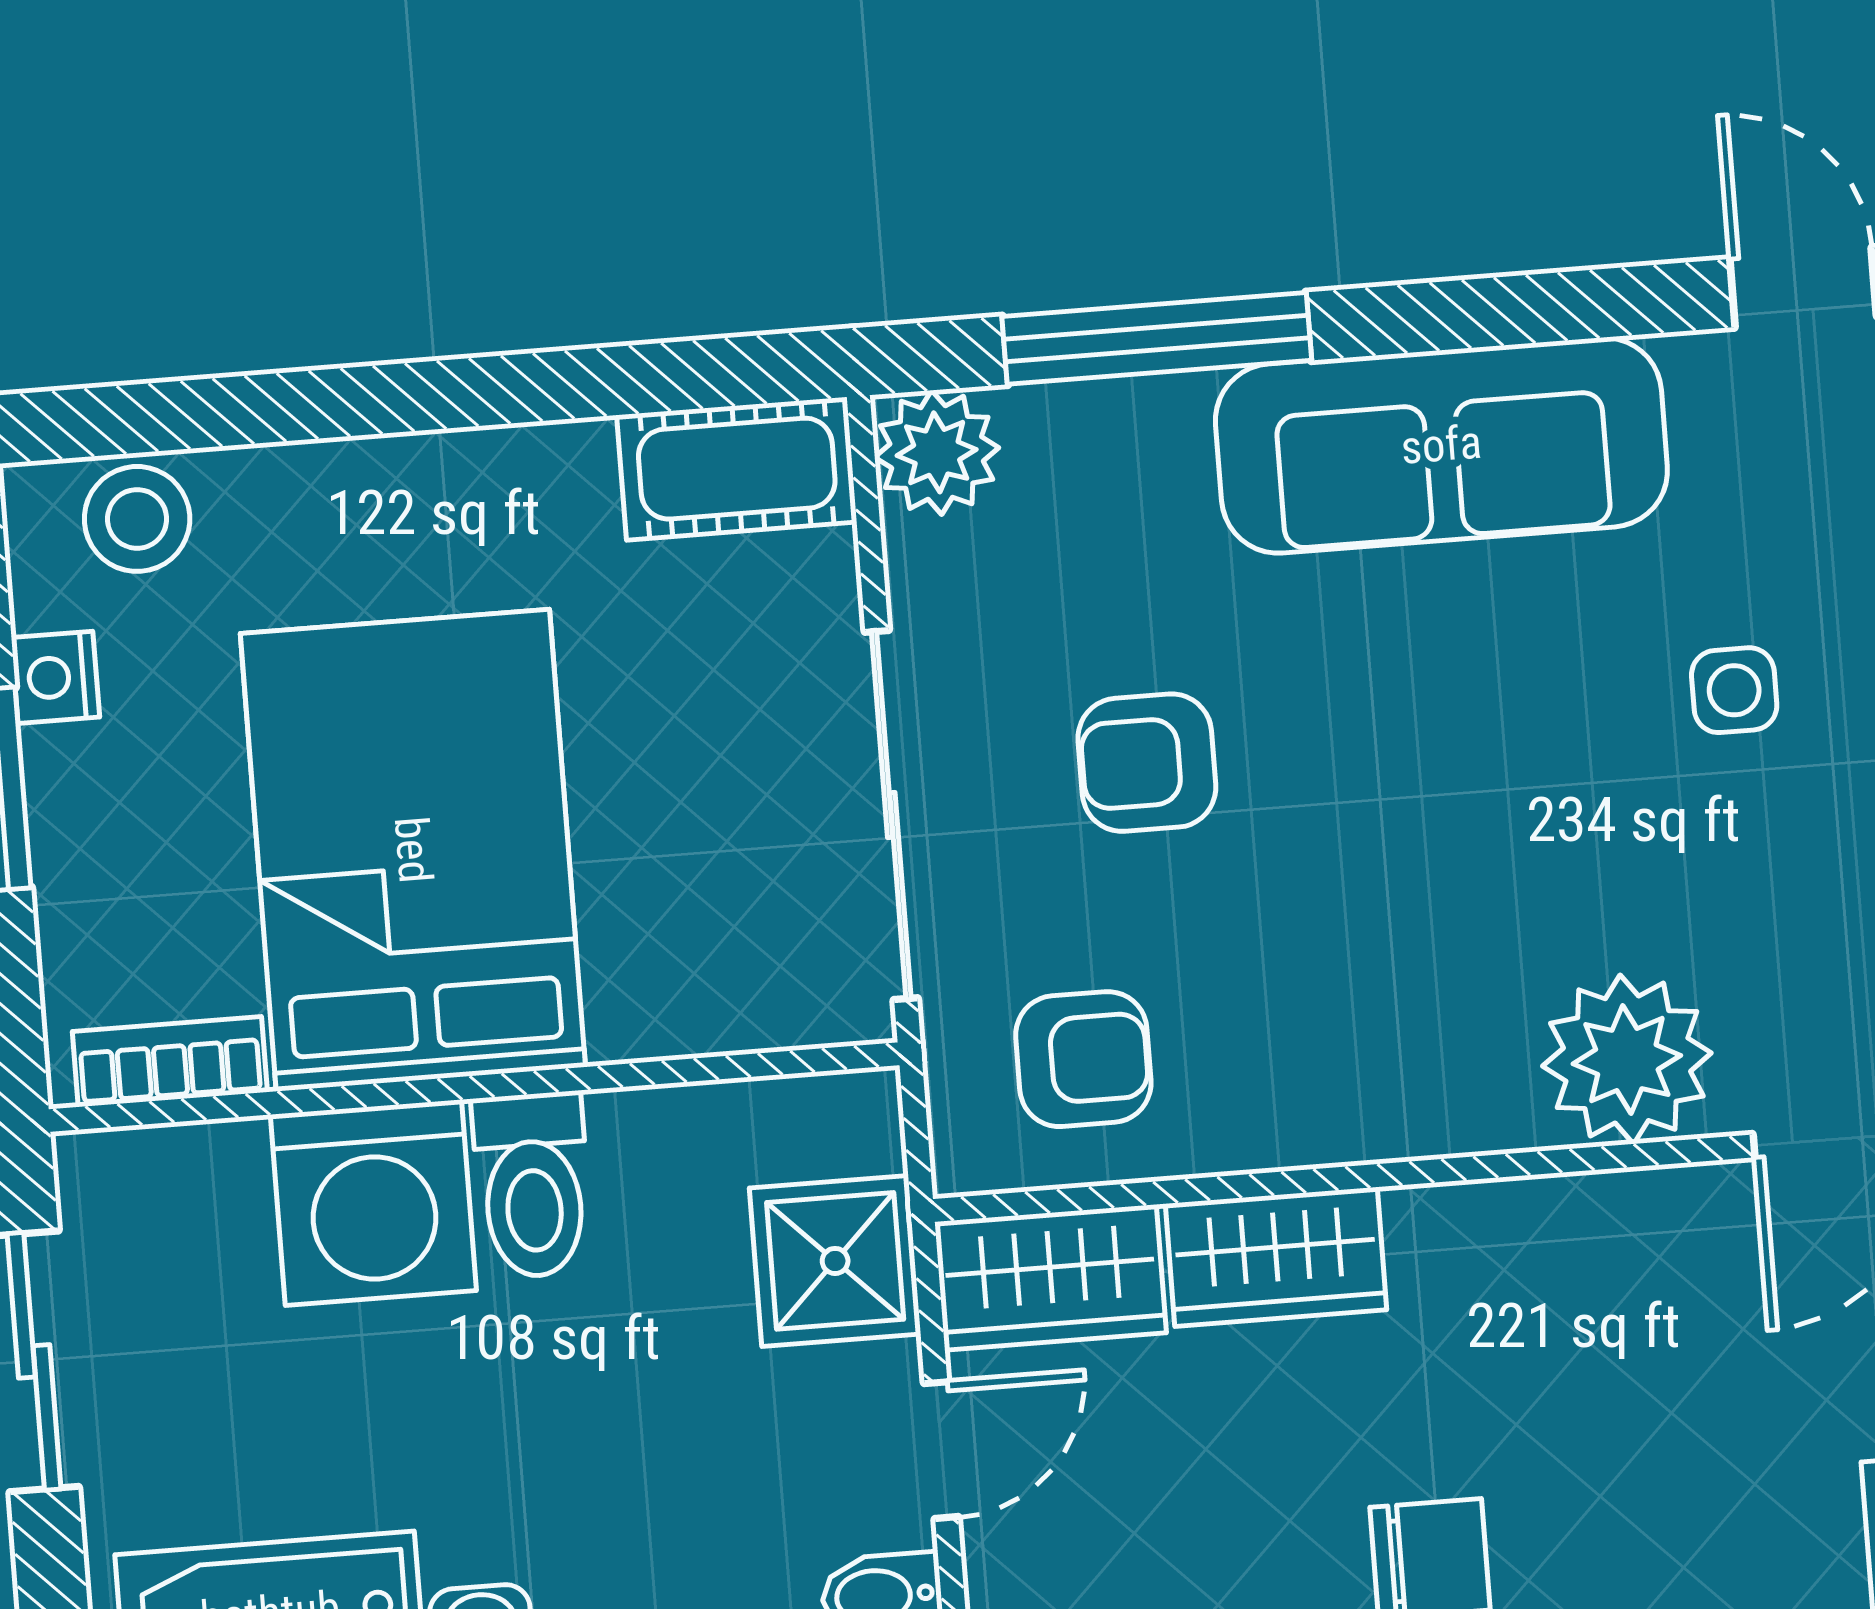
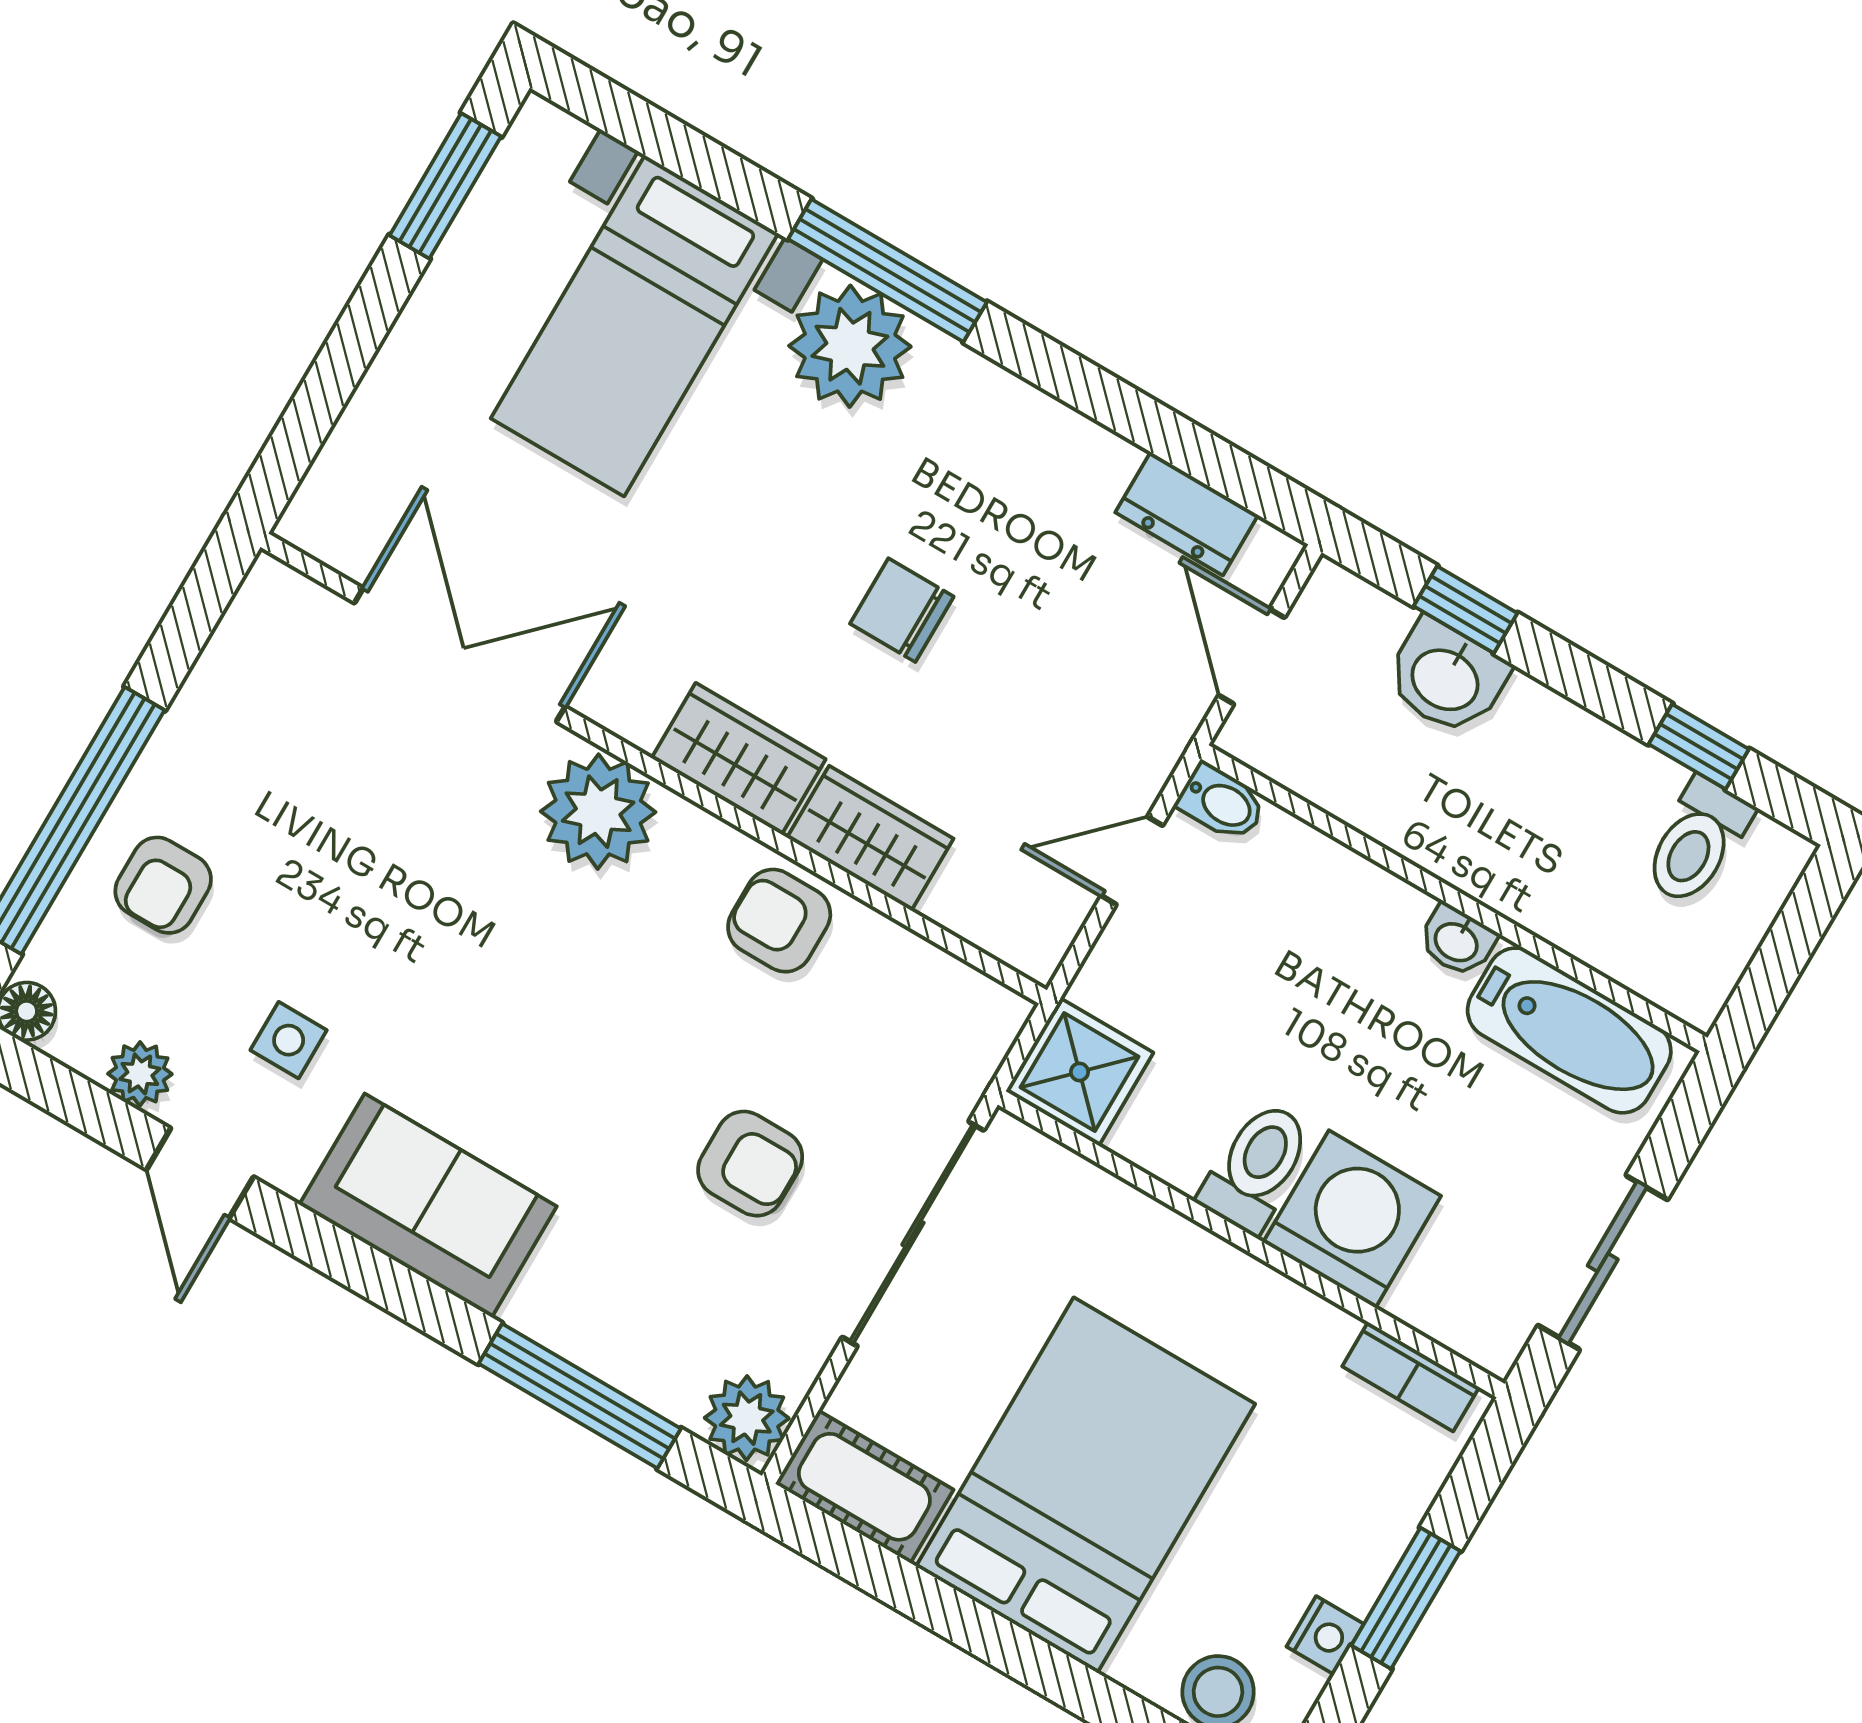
sofa: (1441, 445) -> (428, 1205), width x0.73
side table: (1734, 690) -> (289, 1040), moved
bed: (413, 850) -> (1086, 1485), moved, turned 180
armchair: (1083, 1059) -> (779, 921), moved
shower: (835, 1261) -> (1080, 1072), moved
wardrobe: (1050, 1277) -> (739, 759), moved

